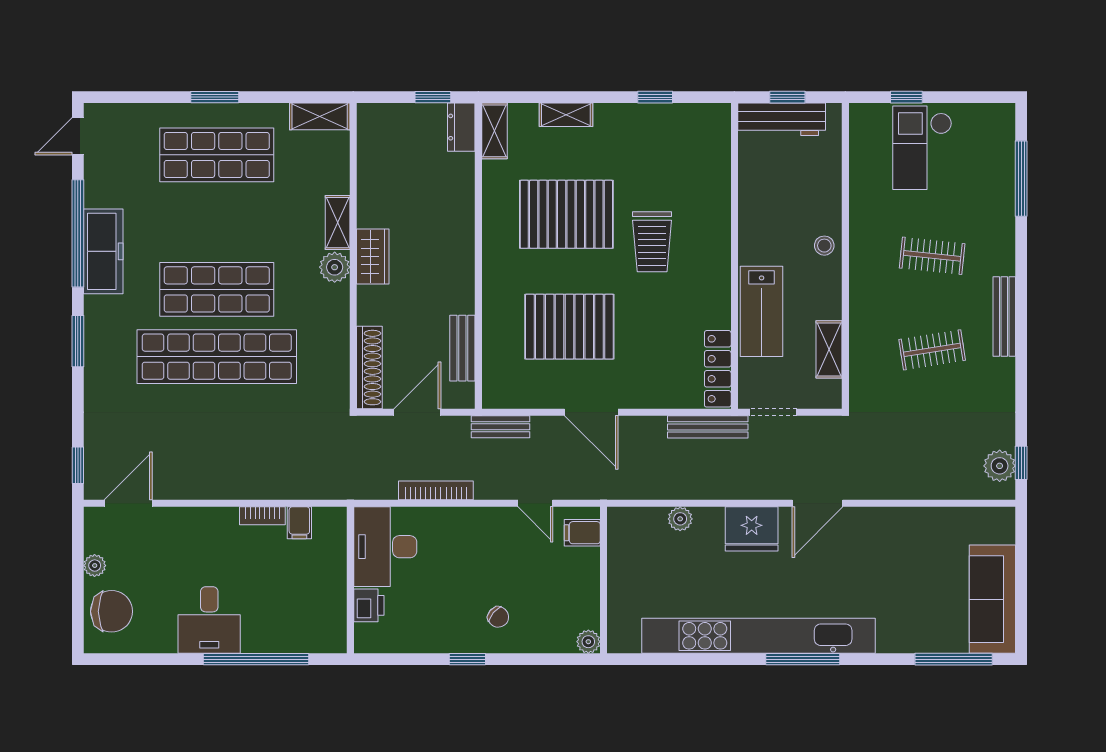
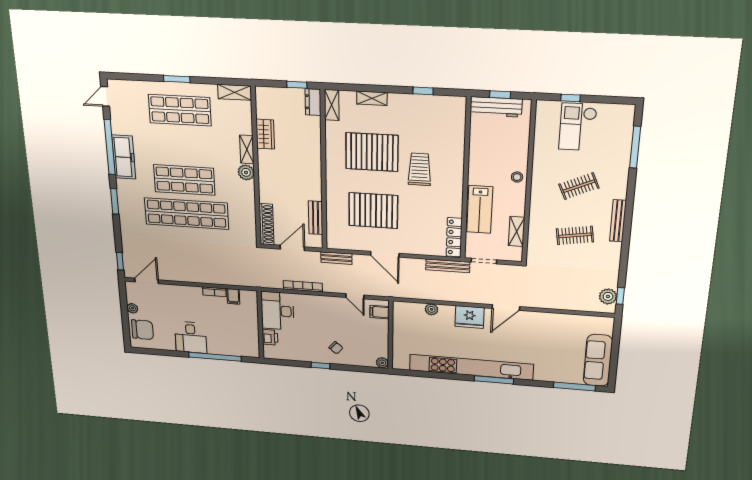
trolley: (652, 242) -> (420, 169), turned 180
clothes rail: (932, 256) -> (579, 186), turned -30
wardrobe: (373, 257) -> (265, 134), moved

